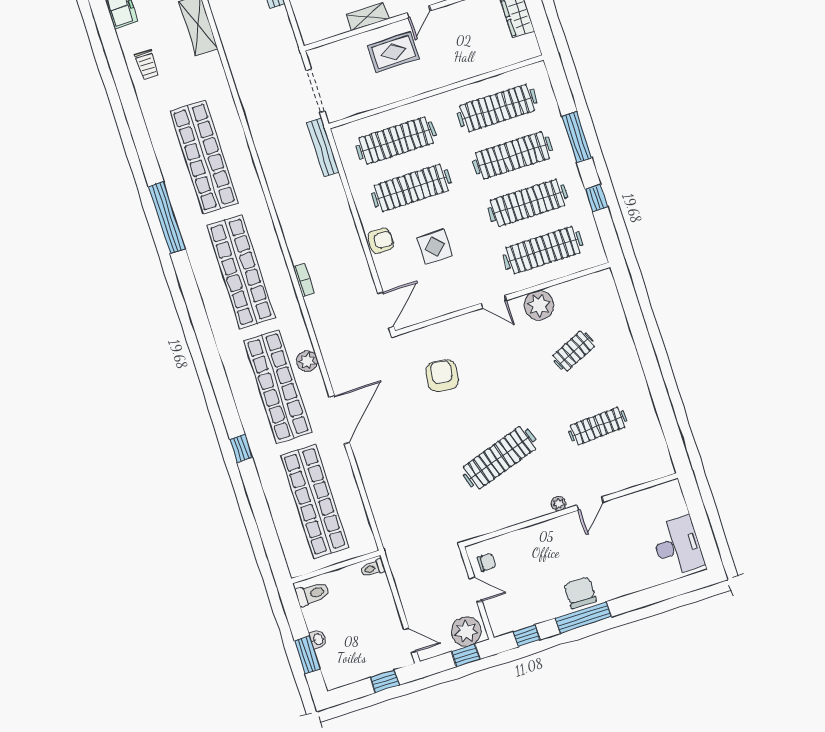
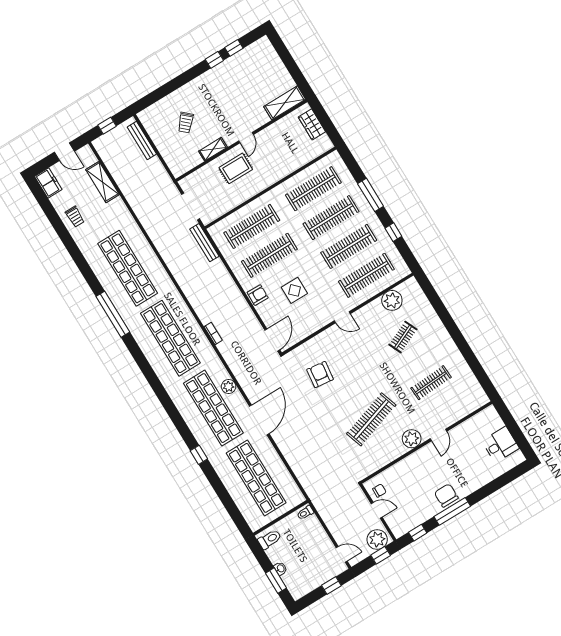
plant: (539, 305) -> (392, 300), moved
plant: (559, 504) -> (412, 439), width x1.88, depth x1.88
desk: (678, 546) -> (500, 445), width x0.73

